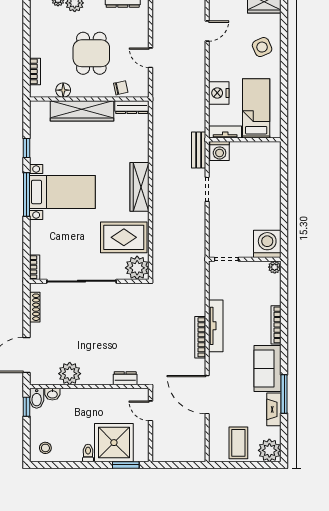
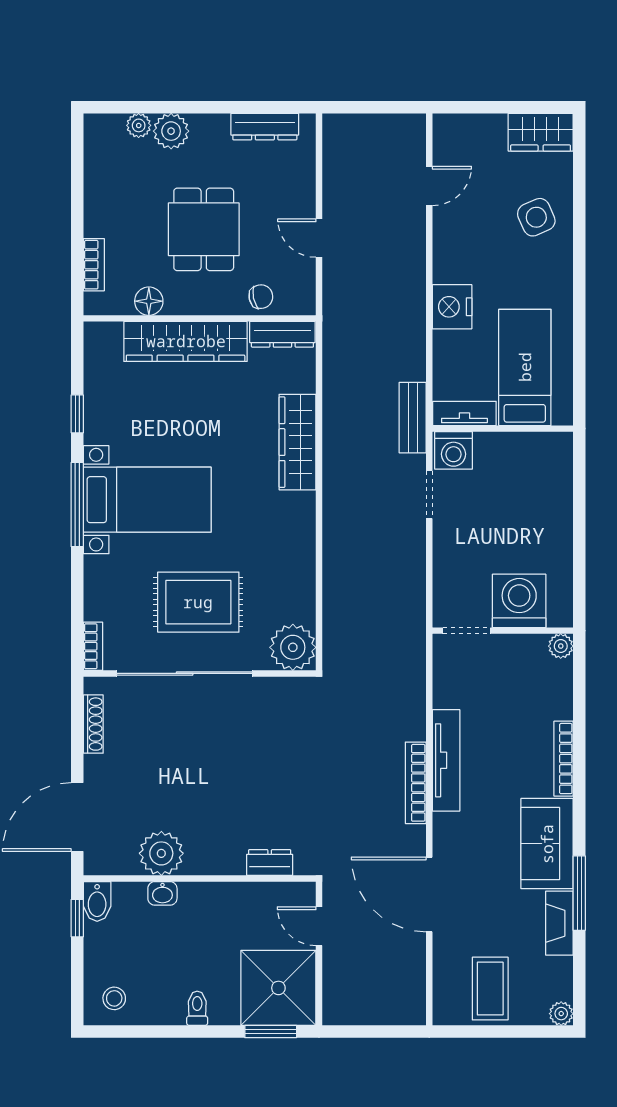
bed: (256, 108) -> (525, 367), moved
tv unit: (225, 132) -> (464, 413), moved
wall: (245, 140) -> (503, 429), moved
washing machine: (220, 151) -> (454, 450), moved
wardrobe: (140, 187) -> (298, 442), moved
rug: (124, 237) -> (198, 602), moved
washing machine: (267, 244) -> (519, 601), moved
washbasin: (52, 394) -> (162, 893), moved
shower: (114, 443) -> (278, 988), moved
plant: (269, 450) -> (561, 1014), width x0.53, depth x0.53

